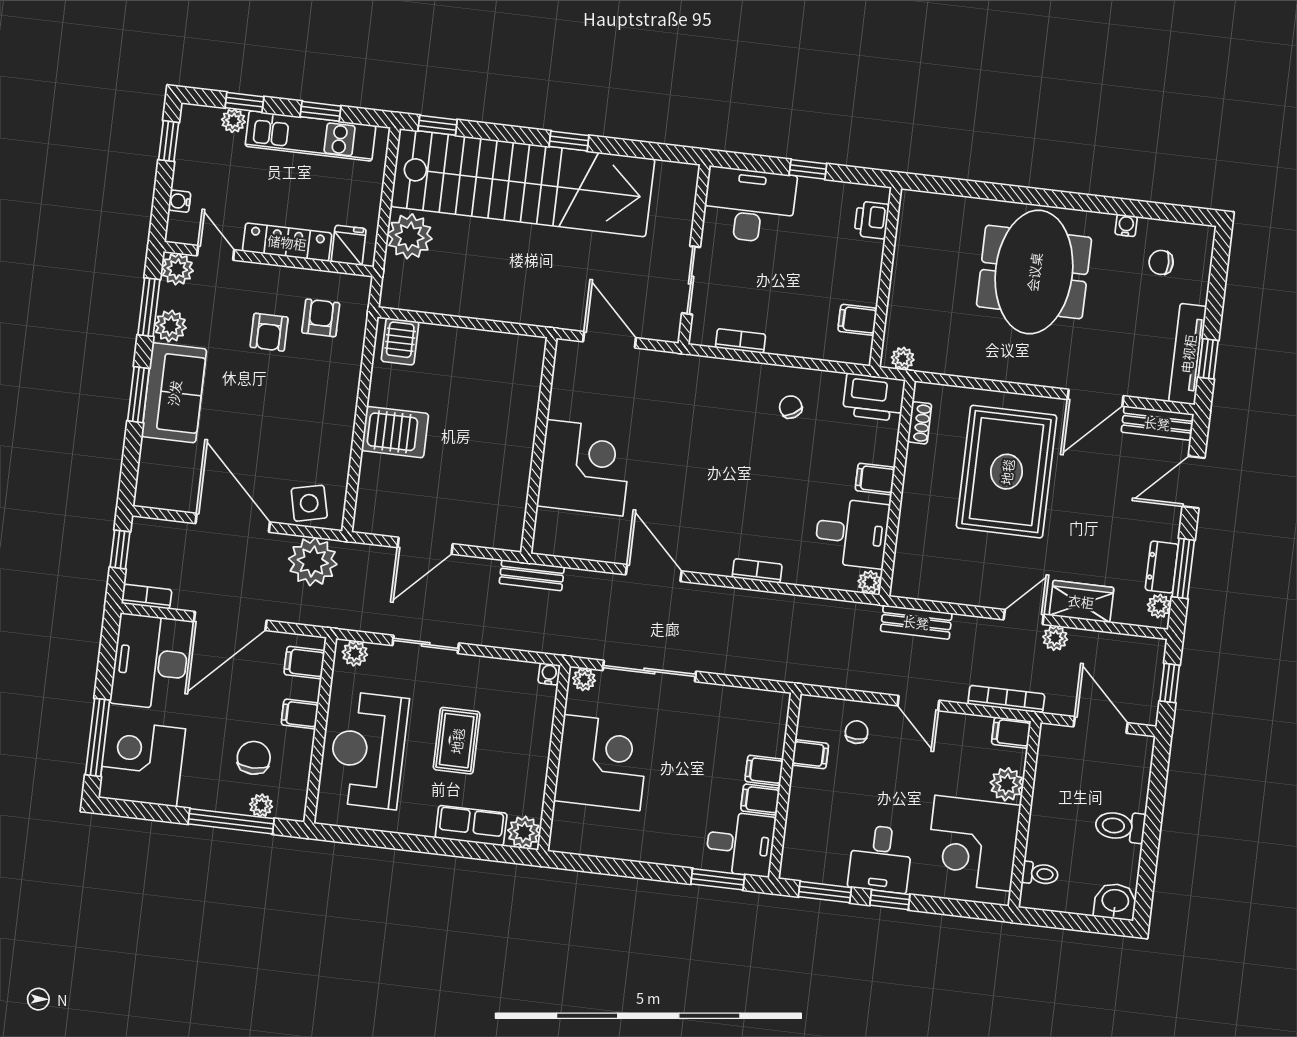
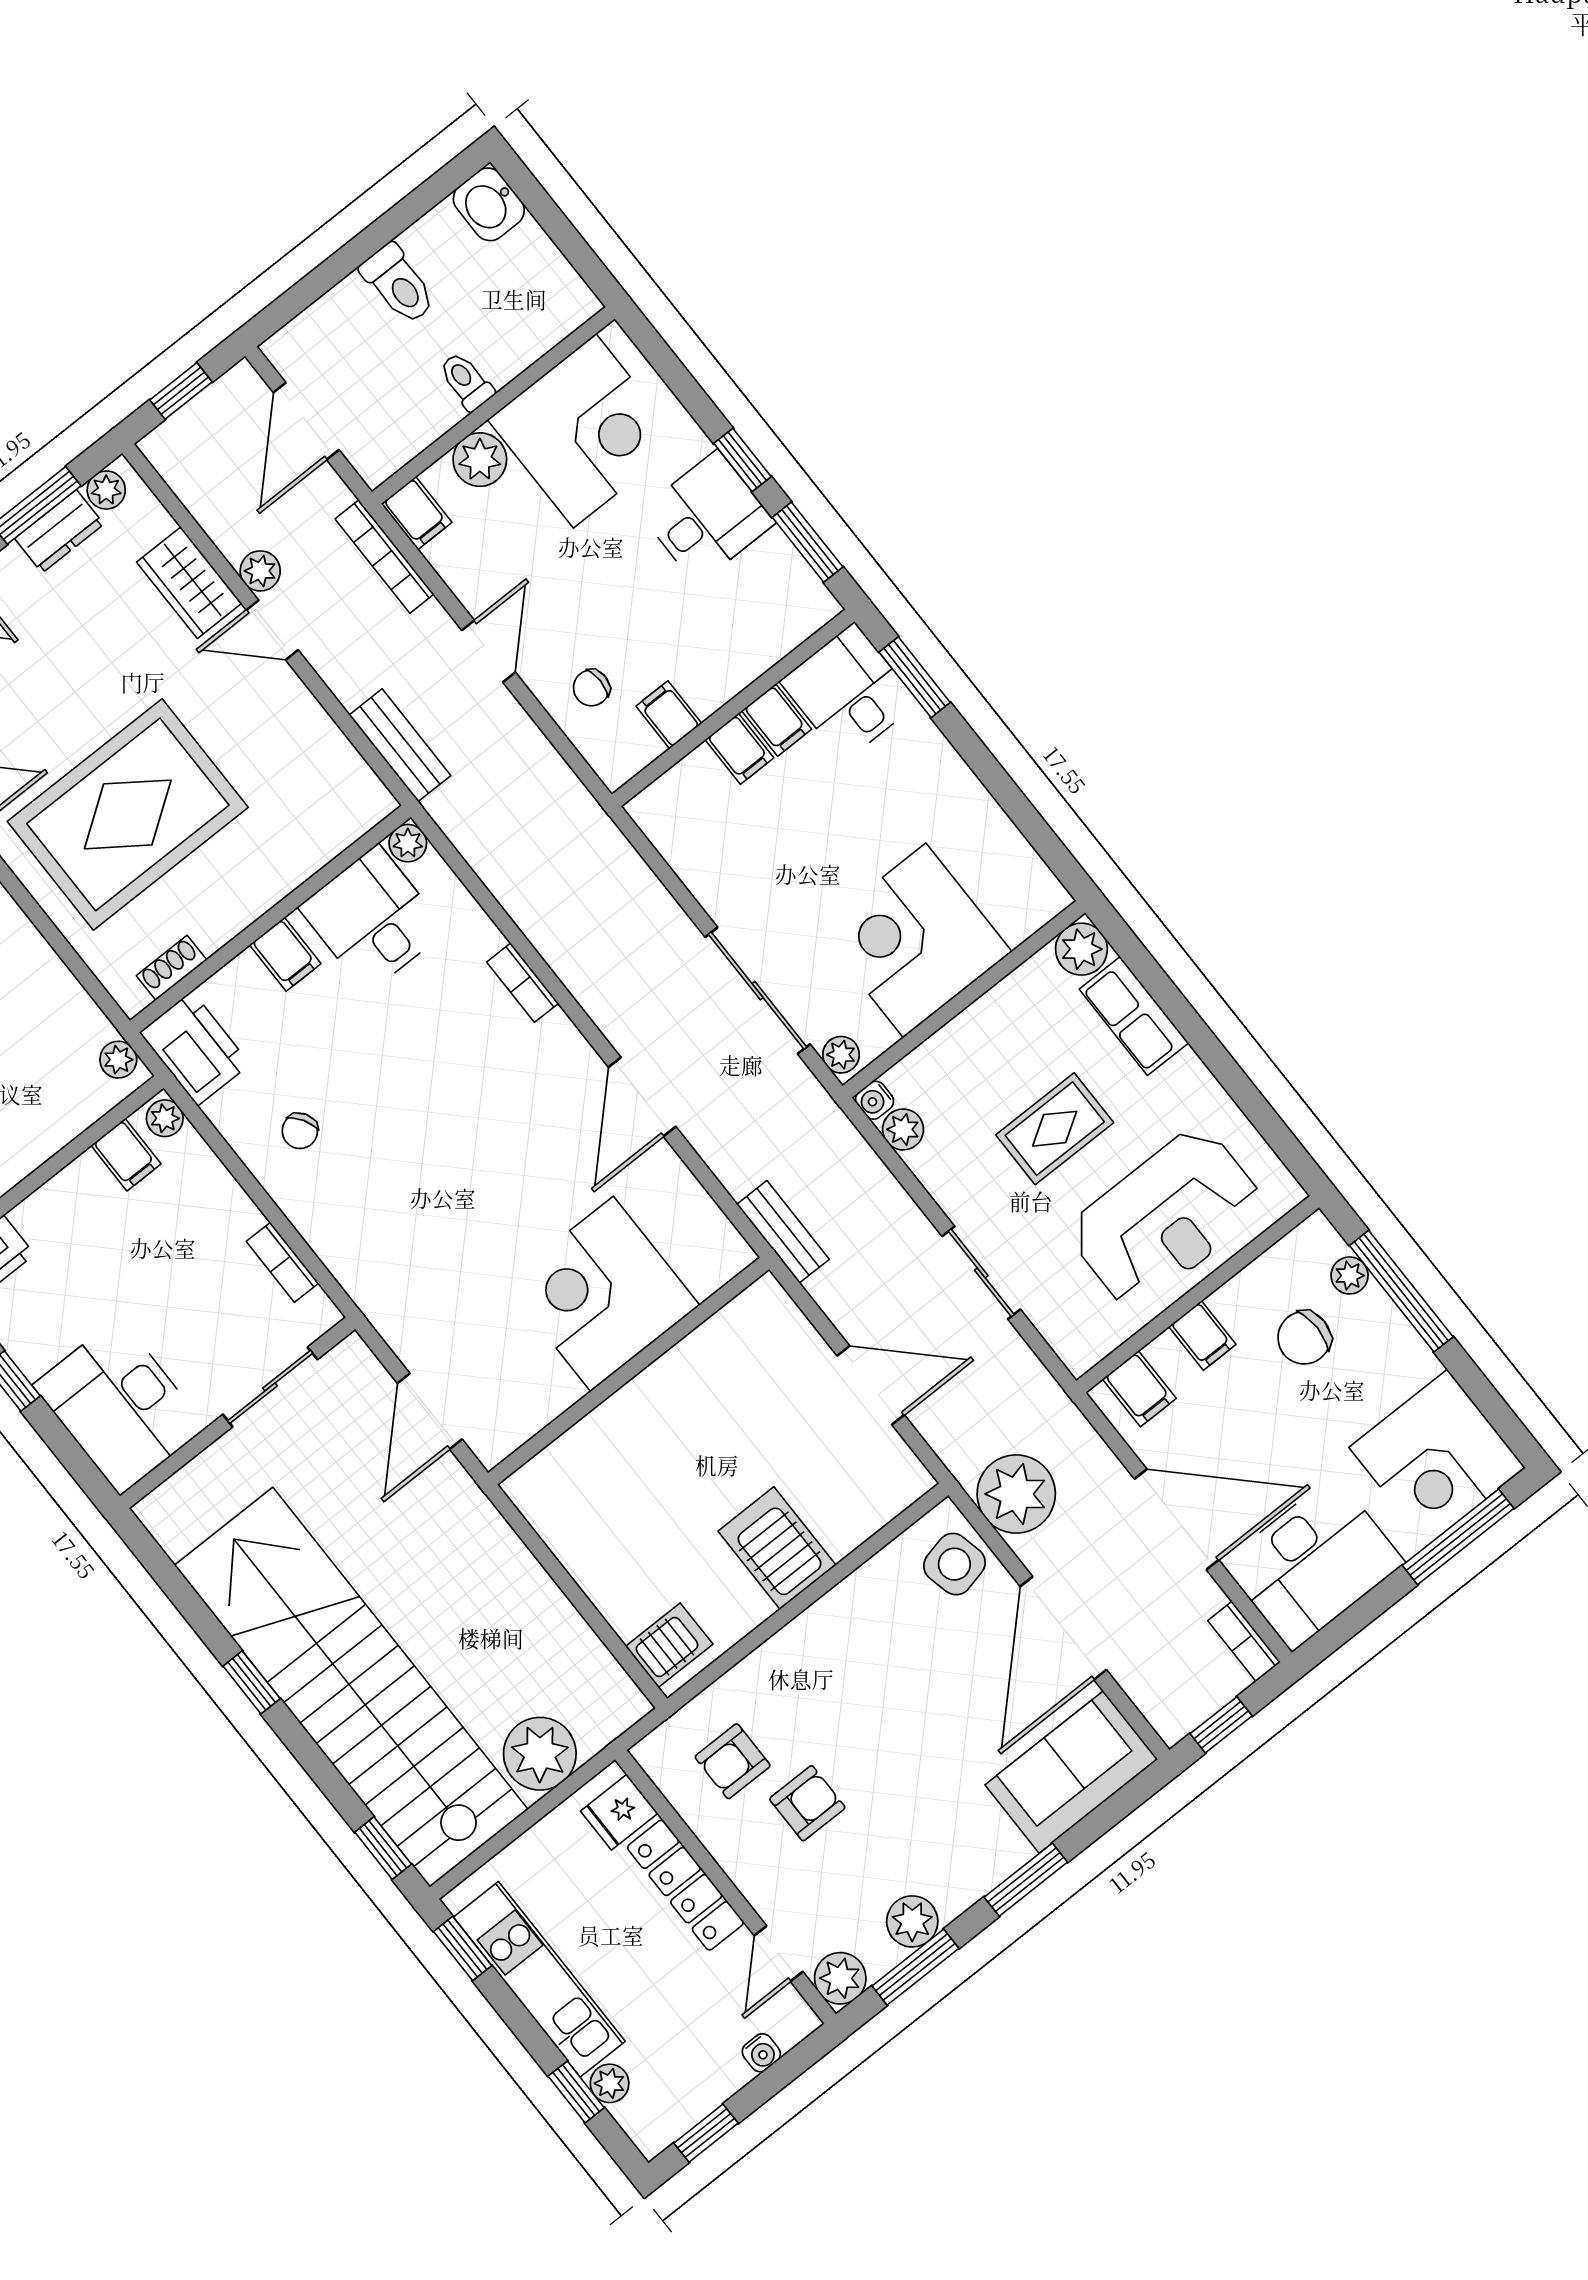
window: (321, 111) -> (463, 1949), moved
plant: (856, 353) -> (165, 1118), added
sofa: (174, 393) -> (1071, 1772), moved
plant: (355, 653) -> (903, 1129), moved
toilet: (1040, 874) -> (466, 381), moved

